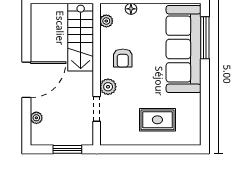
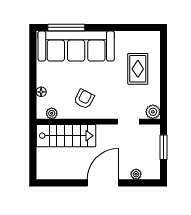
armchair: (123, 58) -> (84, 99), turned -63
door: (26, 80) -> (103, 183), hinge flipped
plant: (108, 87) -> (153, 112), moved

